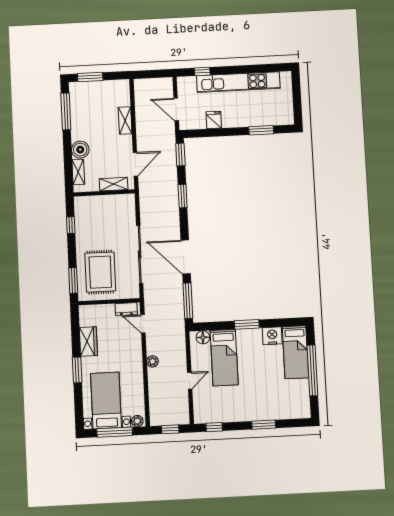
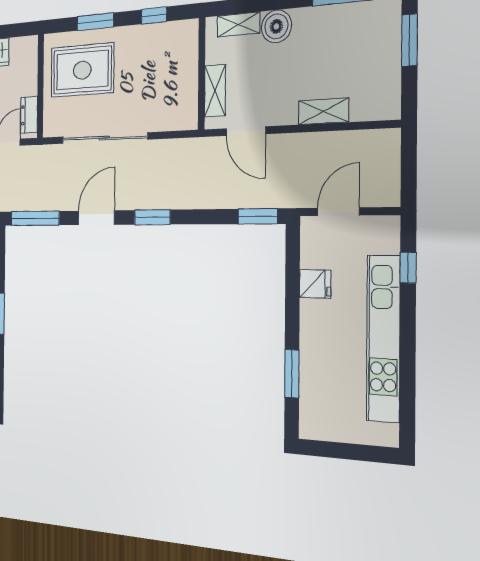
window: (183, 196) -> (152, 217), moved
door: (186, 257) -> (96, 218), width x0.73
window: (73, 280) -> (95, 22), moved

